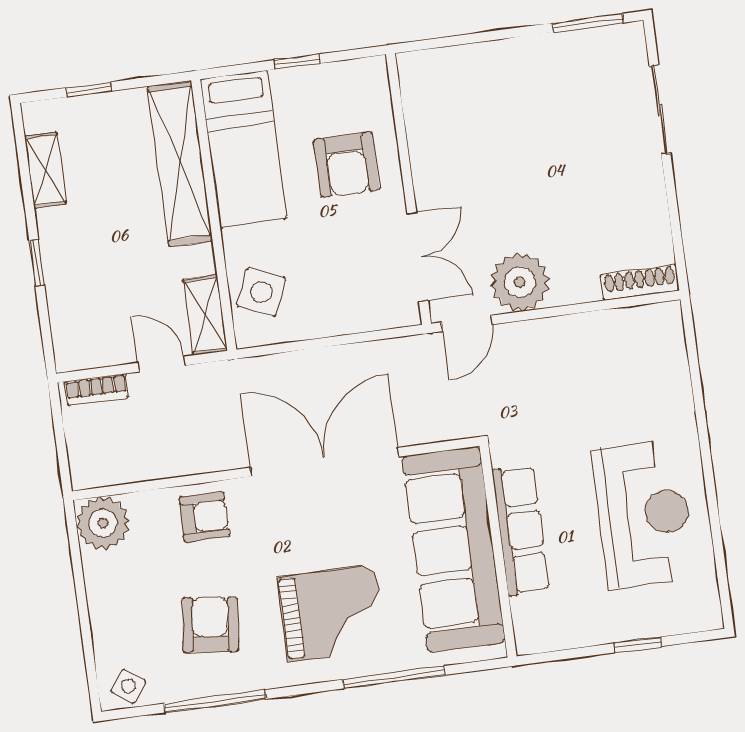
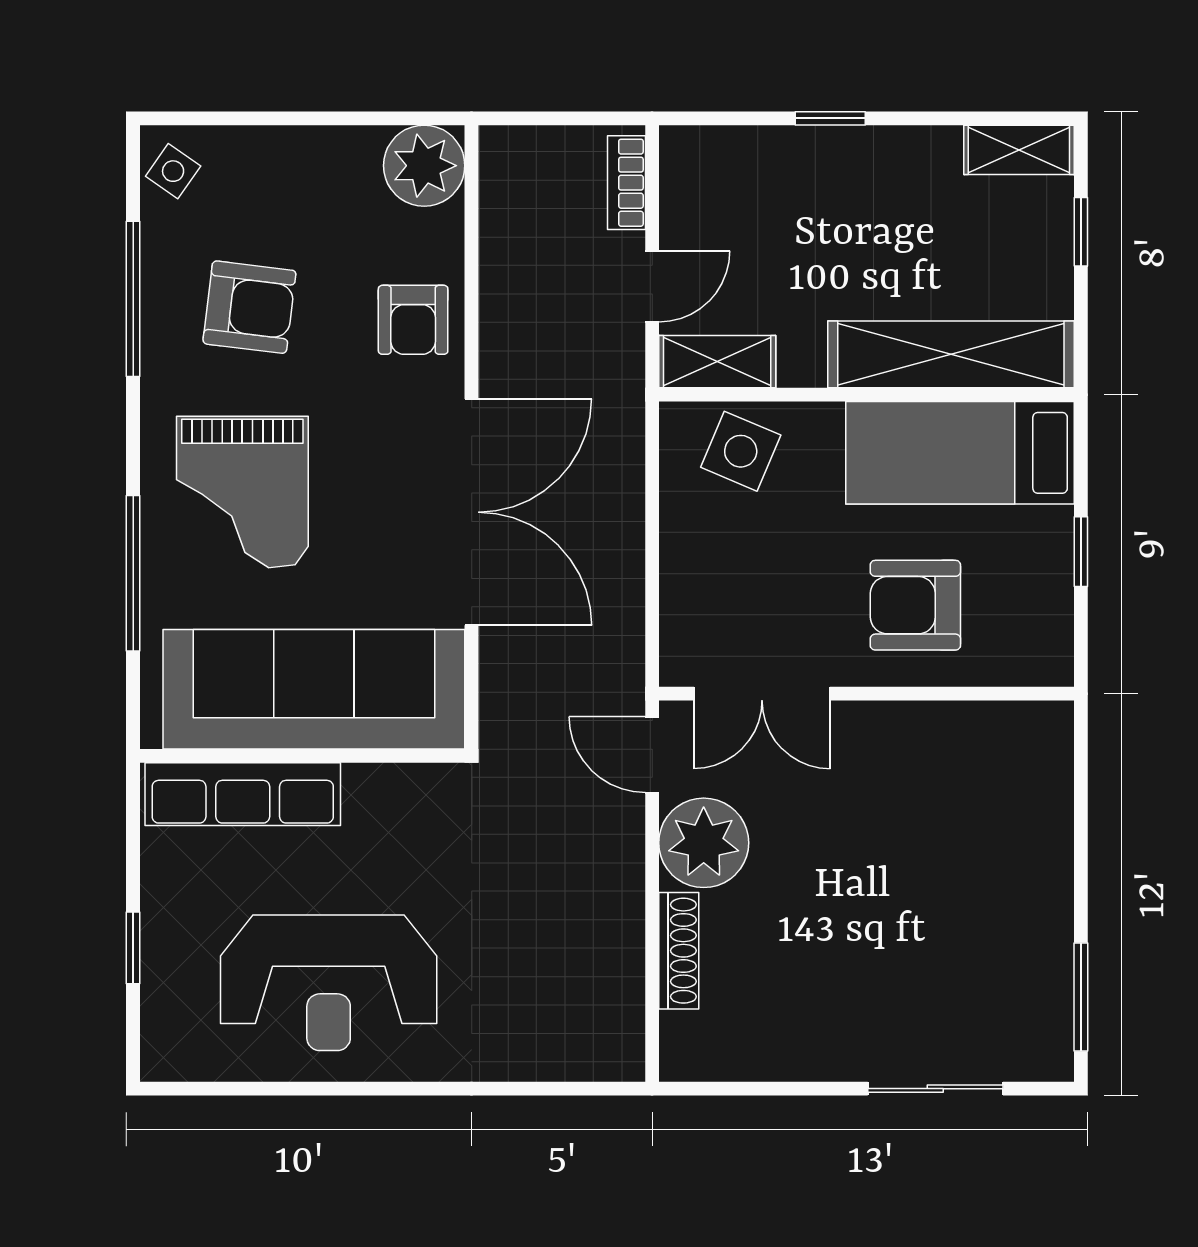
shelving: (45, 170) -> (1019, 150), moved
shoe rack: (640, 283) -> (679, 951), moved
row of seats: (521, 530) -> (243, 794), moved

